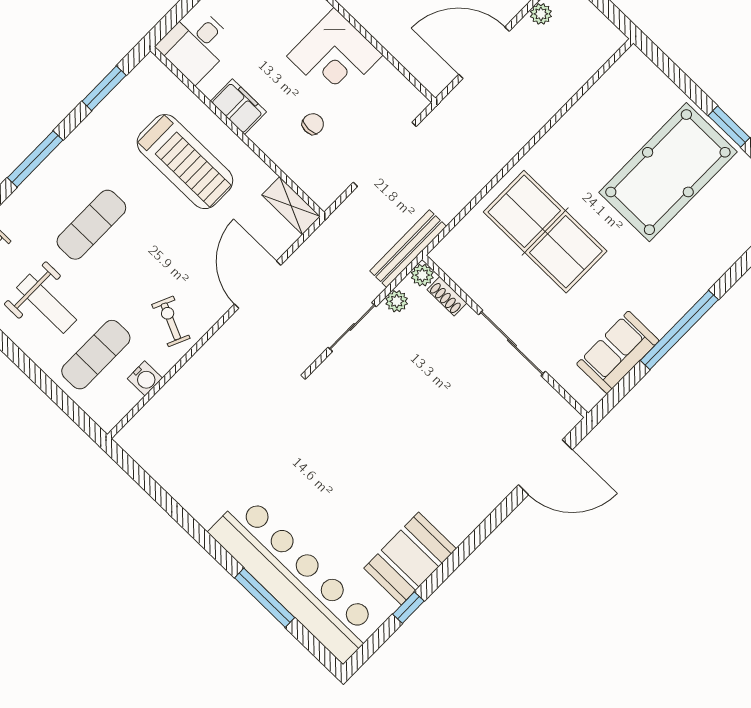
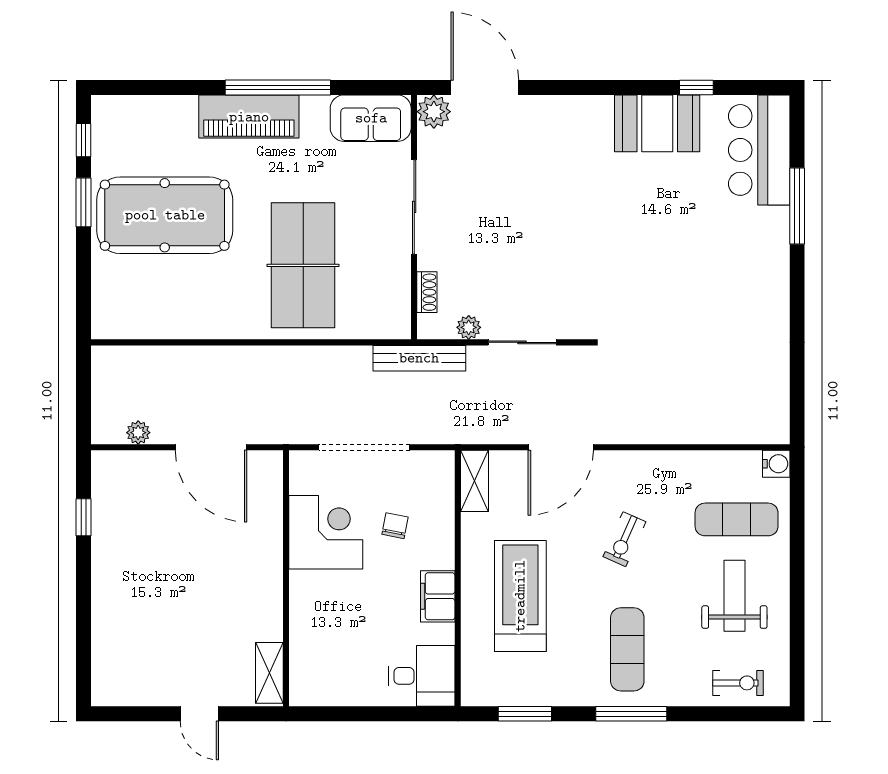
corner desk: (335, 56) -> (326, 532), moved
chair: (313, 124) -> (395, 526), turned 101
exercise mat: (91, 225) -> (627, 649), moved, turned 90
plant: (422, 275) -> (434, 112), moved, width x1.38, depth x1.38
piano: (679, 292) -> (249, 117), added
exercise bike: (171, 321) -> (624, 539), moved
sofa: (618, 352) -> (371, 118), moved
water cooler: (145, 378) -> (776, 464), moved, turned 90
bar counter: (295, 578) -> (759, 150), width x0.54

